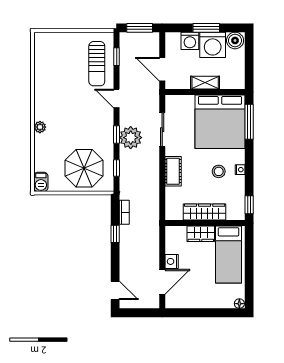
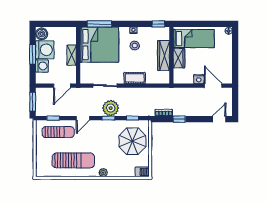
sun lounger: (57, 85) -> (73, 160), added

